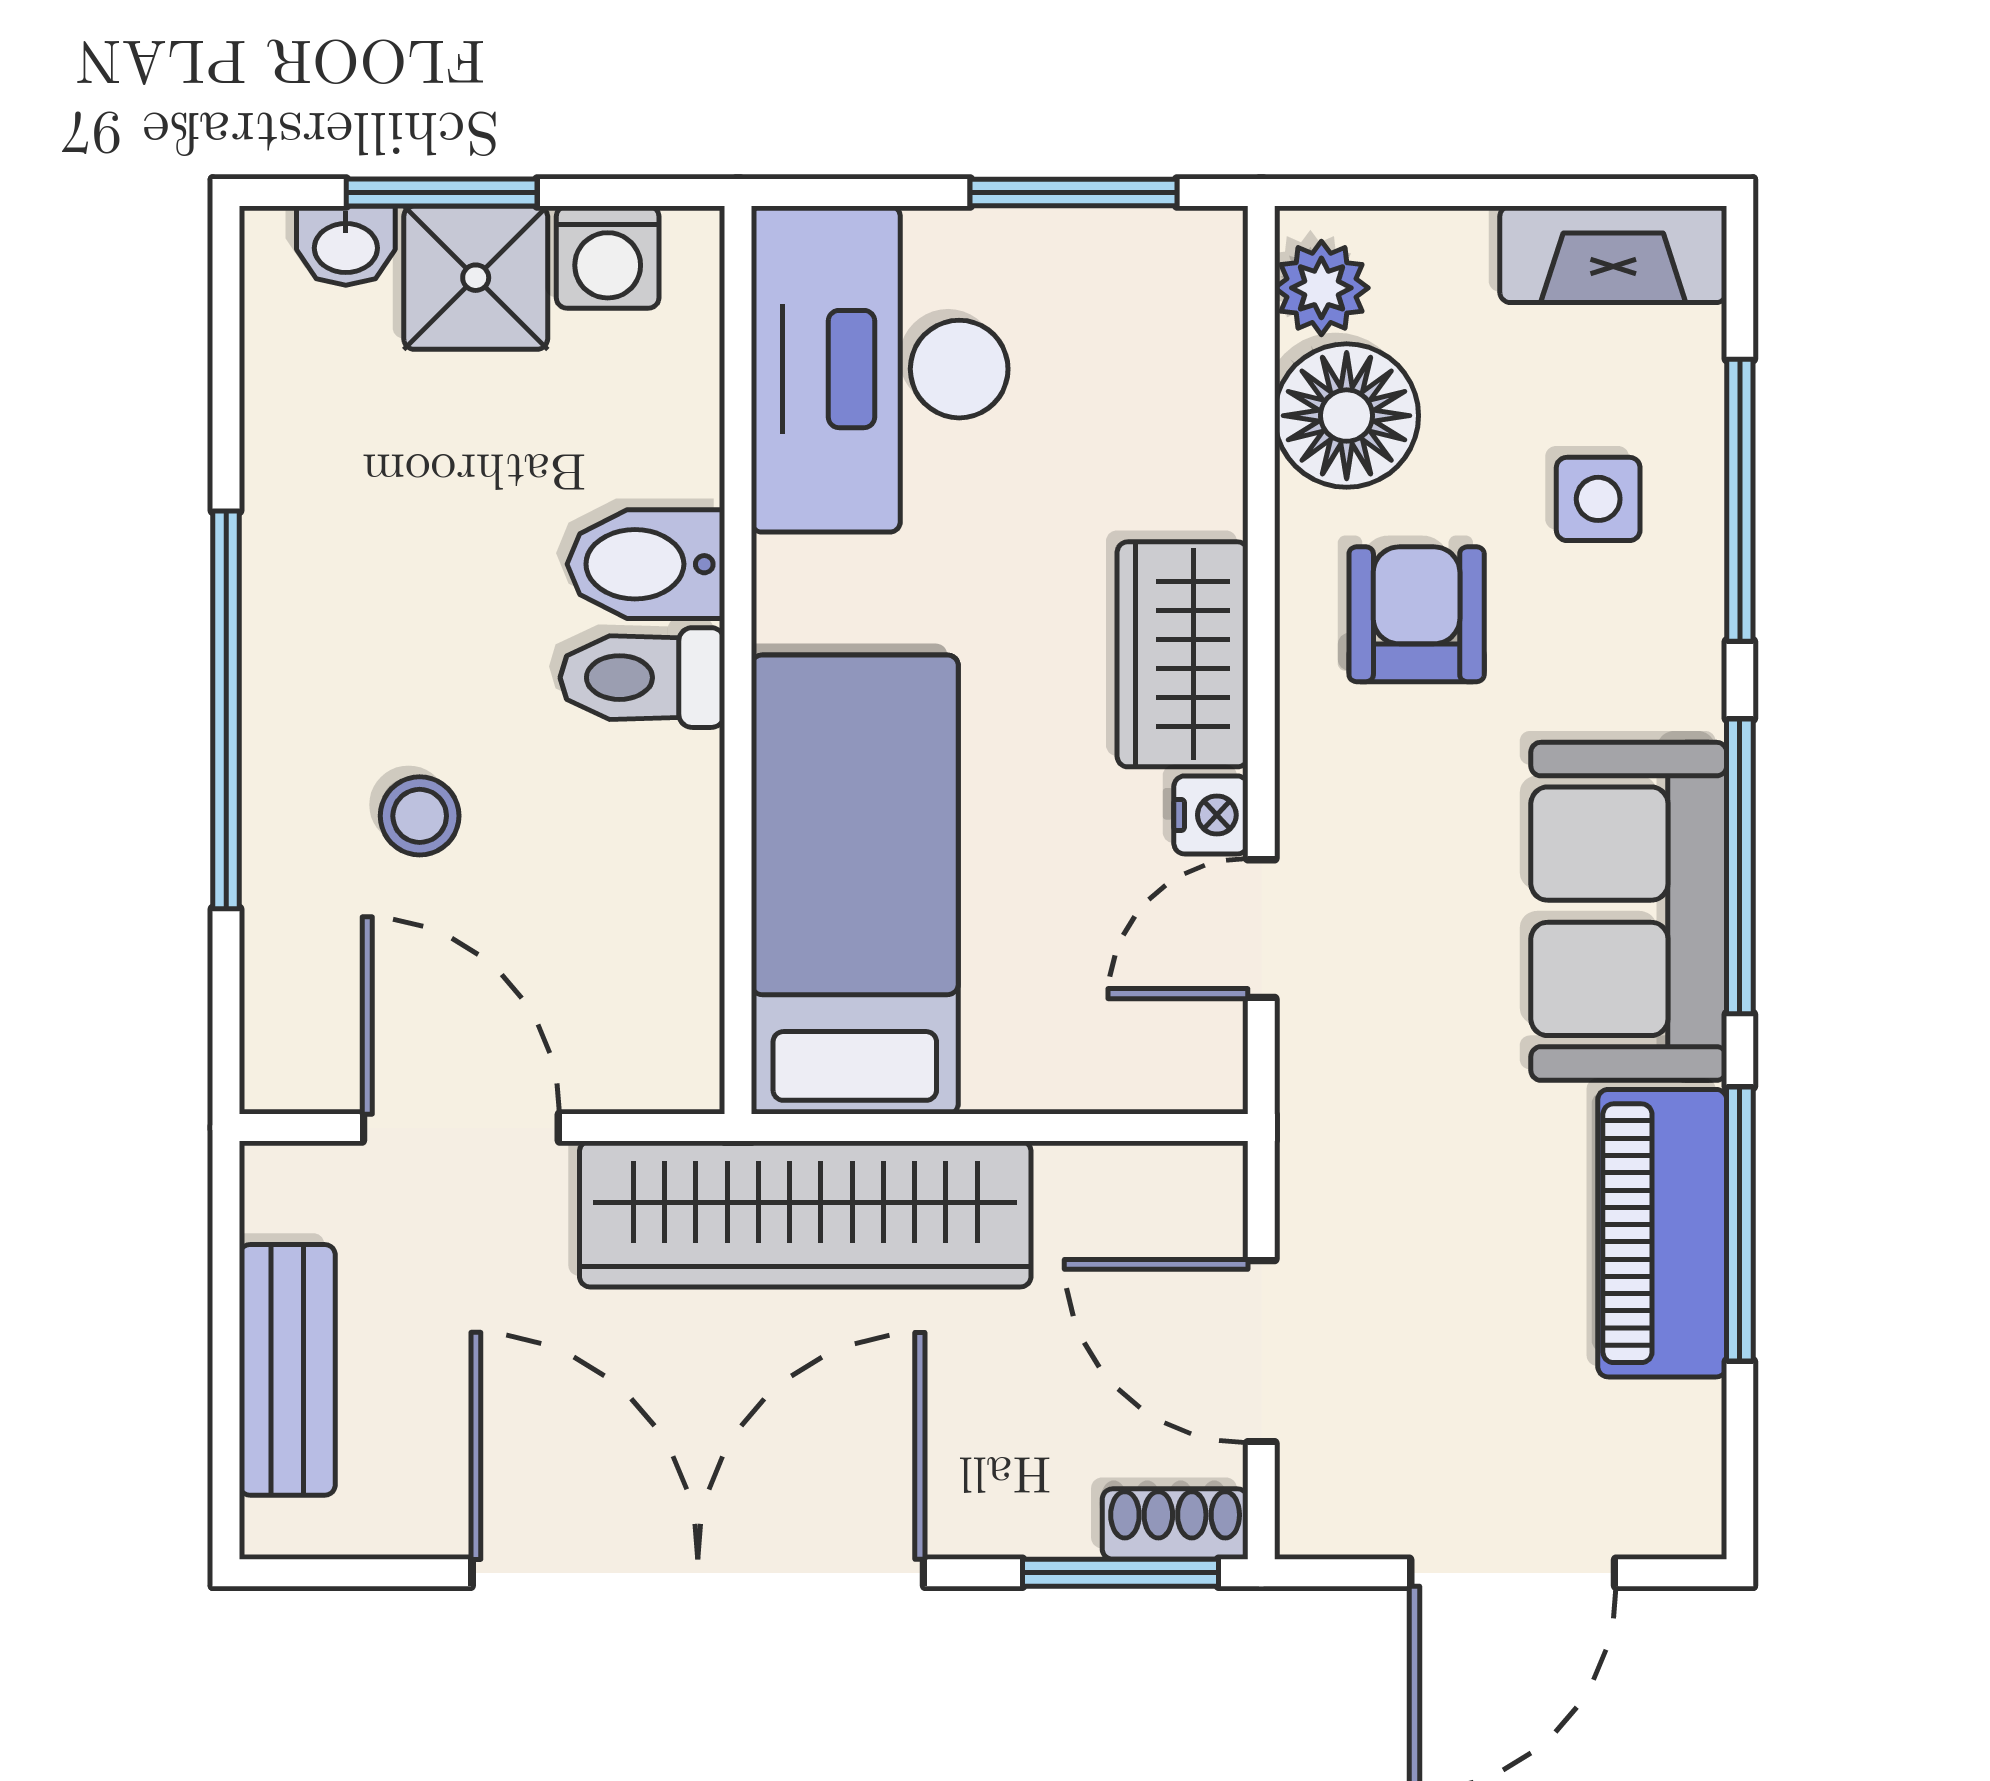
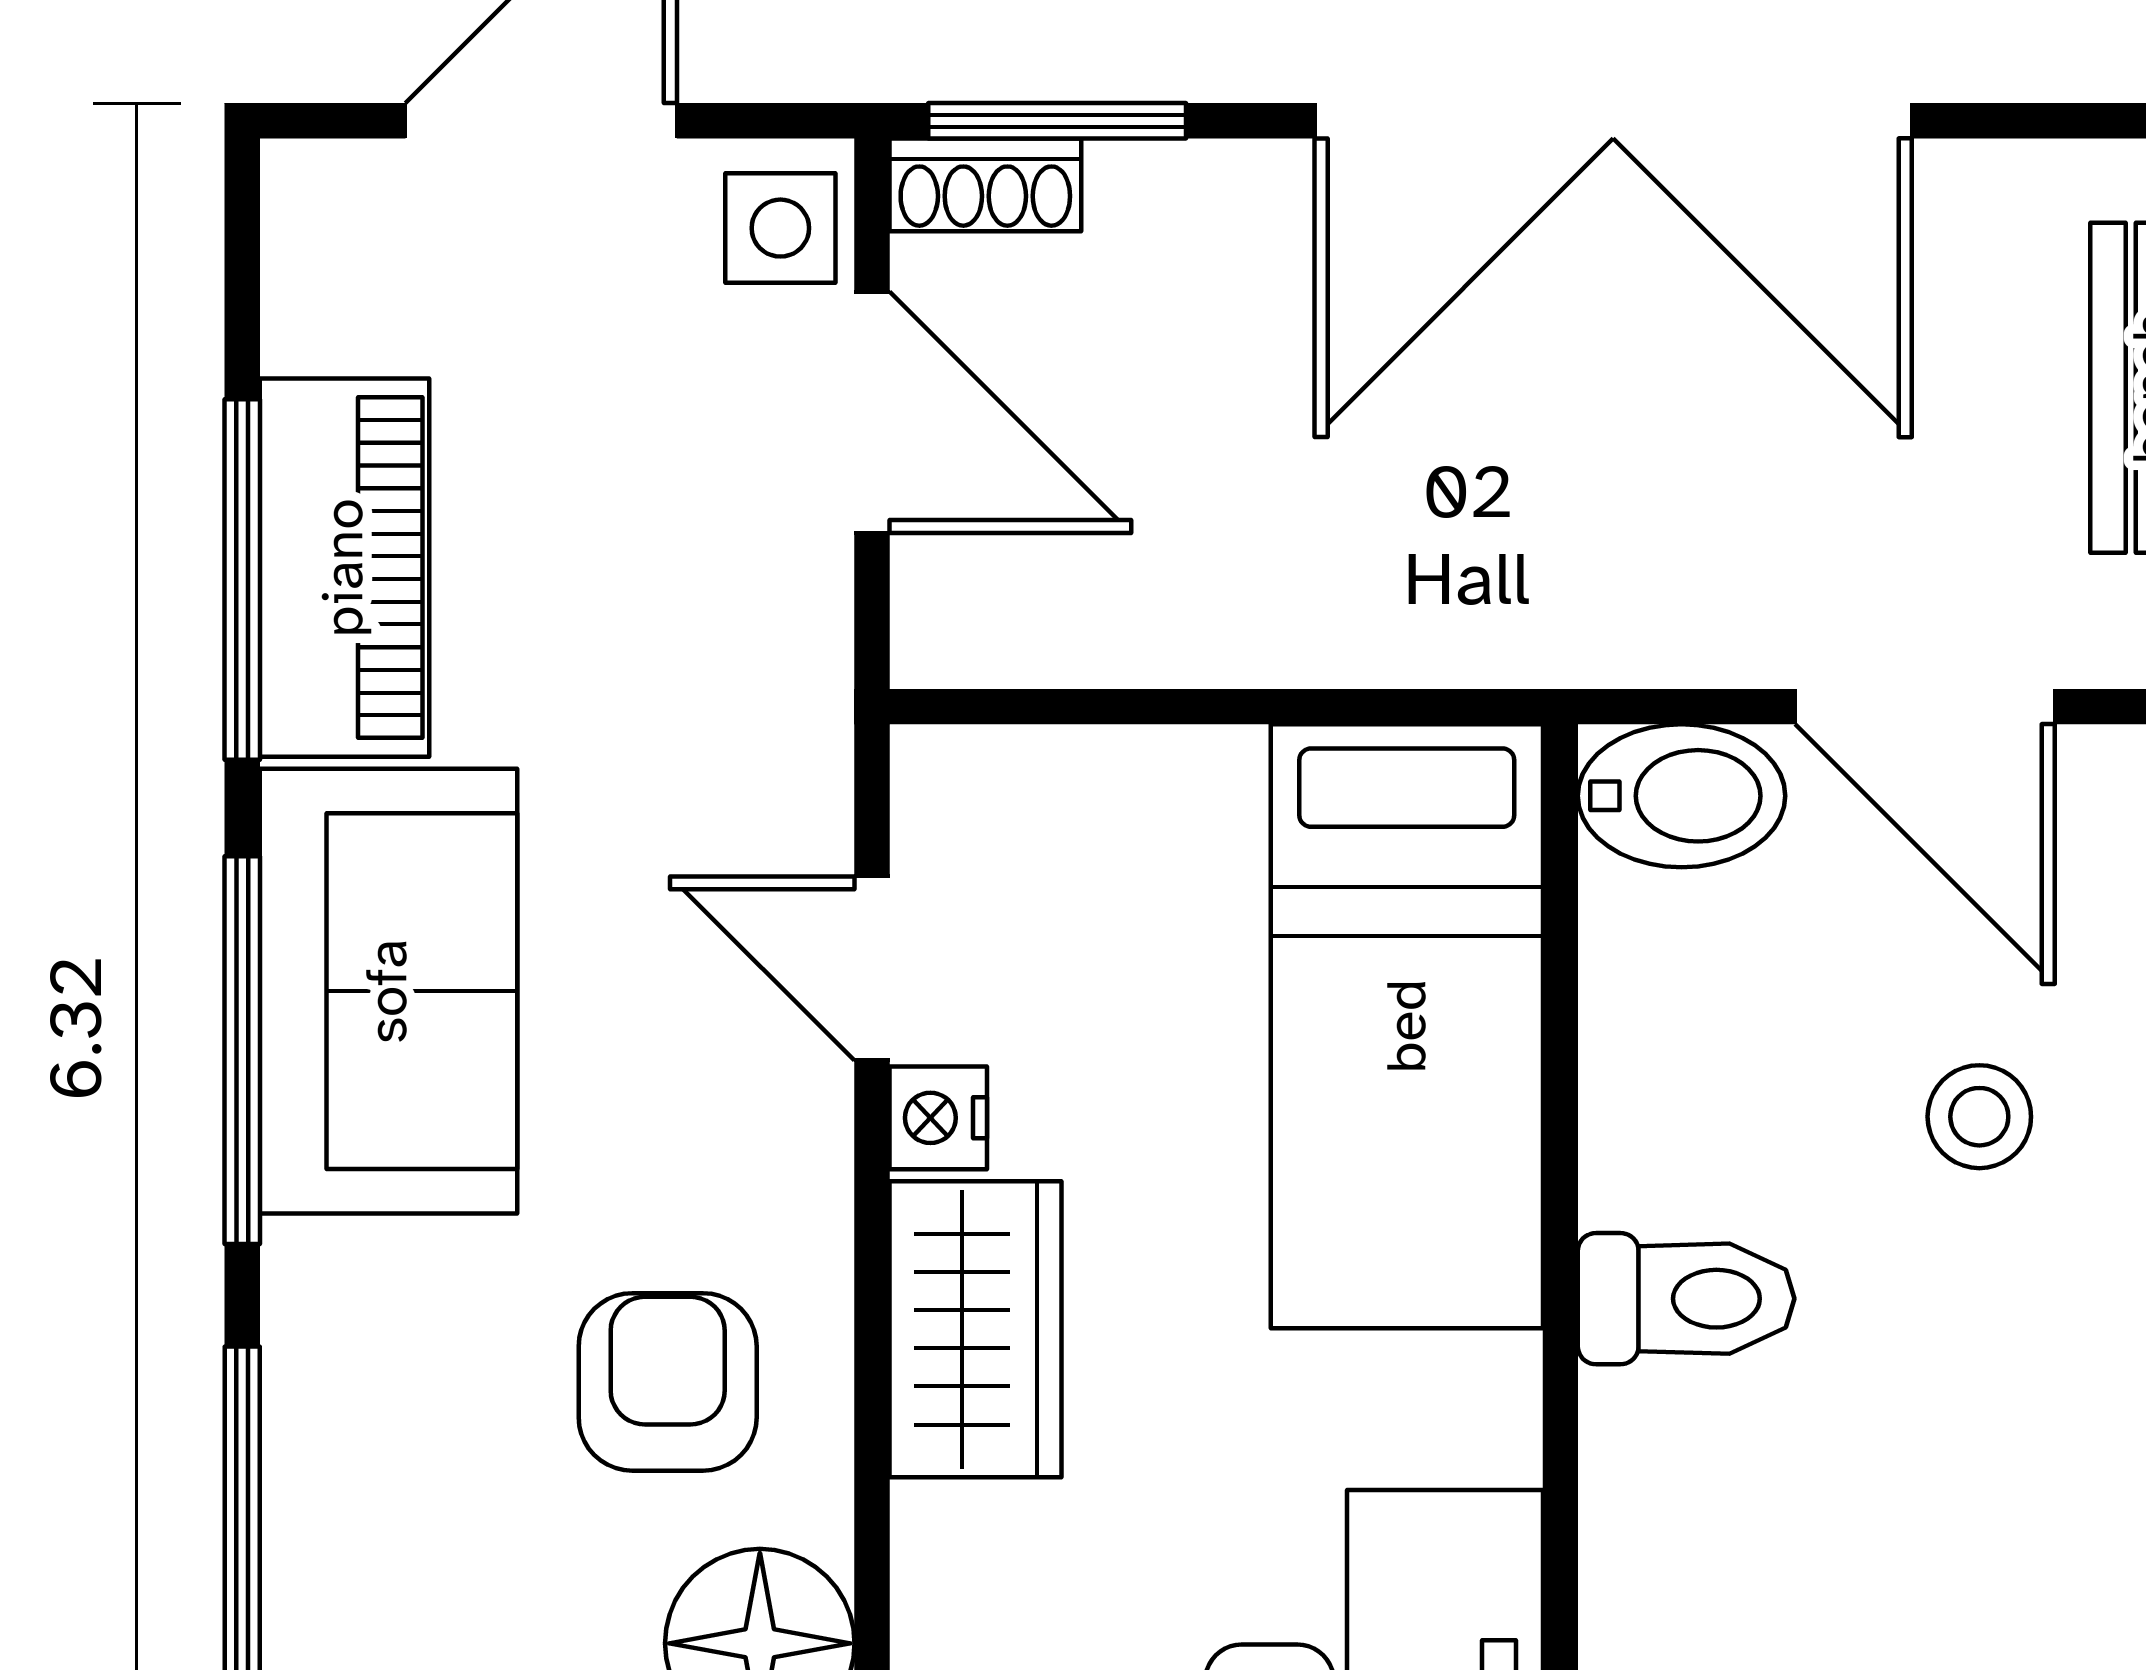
side table: (1598, 499) -> (780, 228), moved
bidet: (646, 564) -> (1682, 796), moved
armchair: (1417, 614) -> (668, 1382), turned 180
door: (1261, 929) -> (872, 968), swing flipped
wardrobe: (805, 1214) -> (1472, 593), removed

